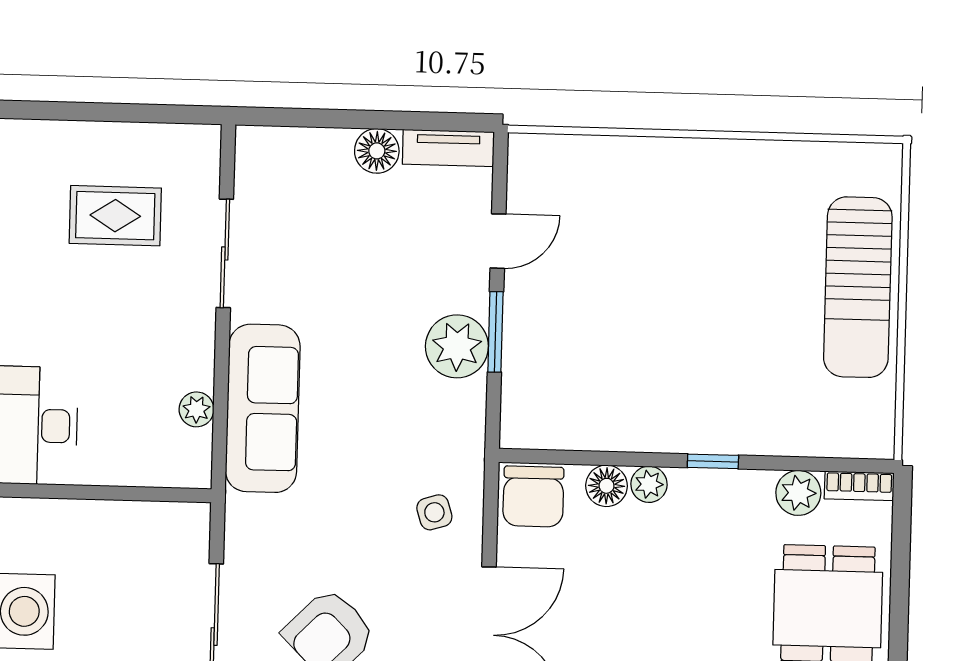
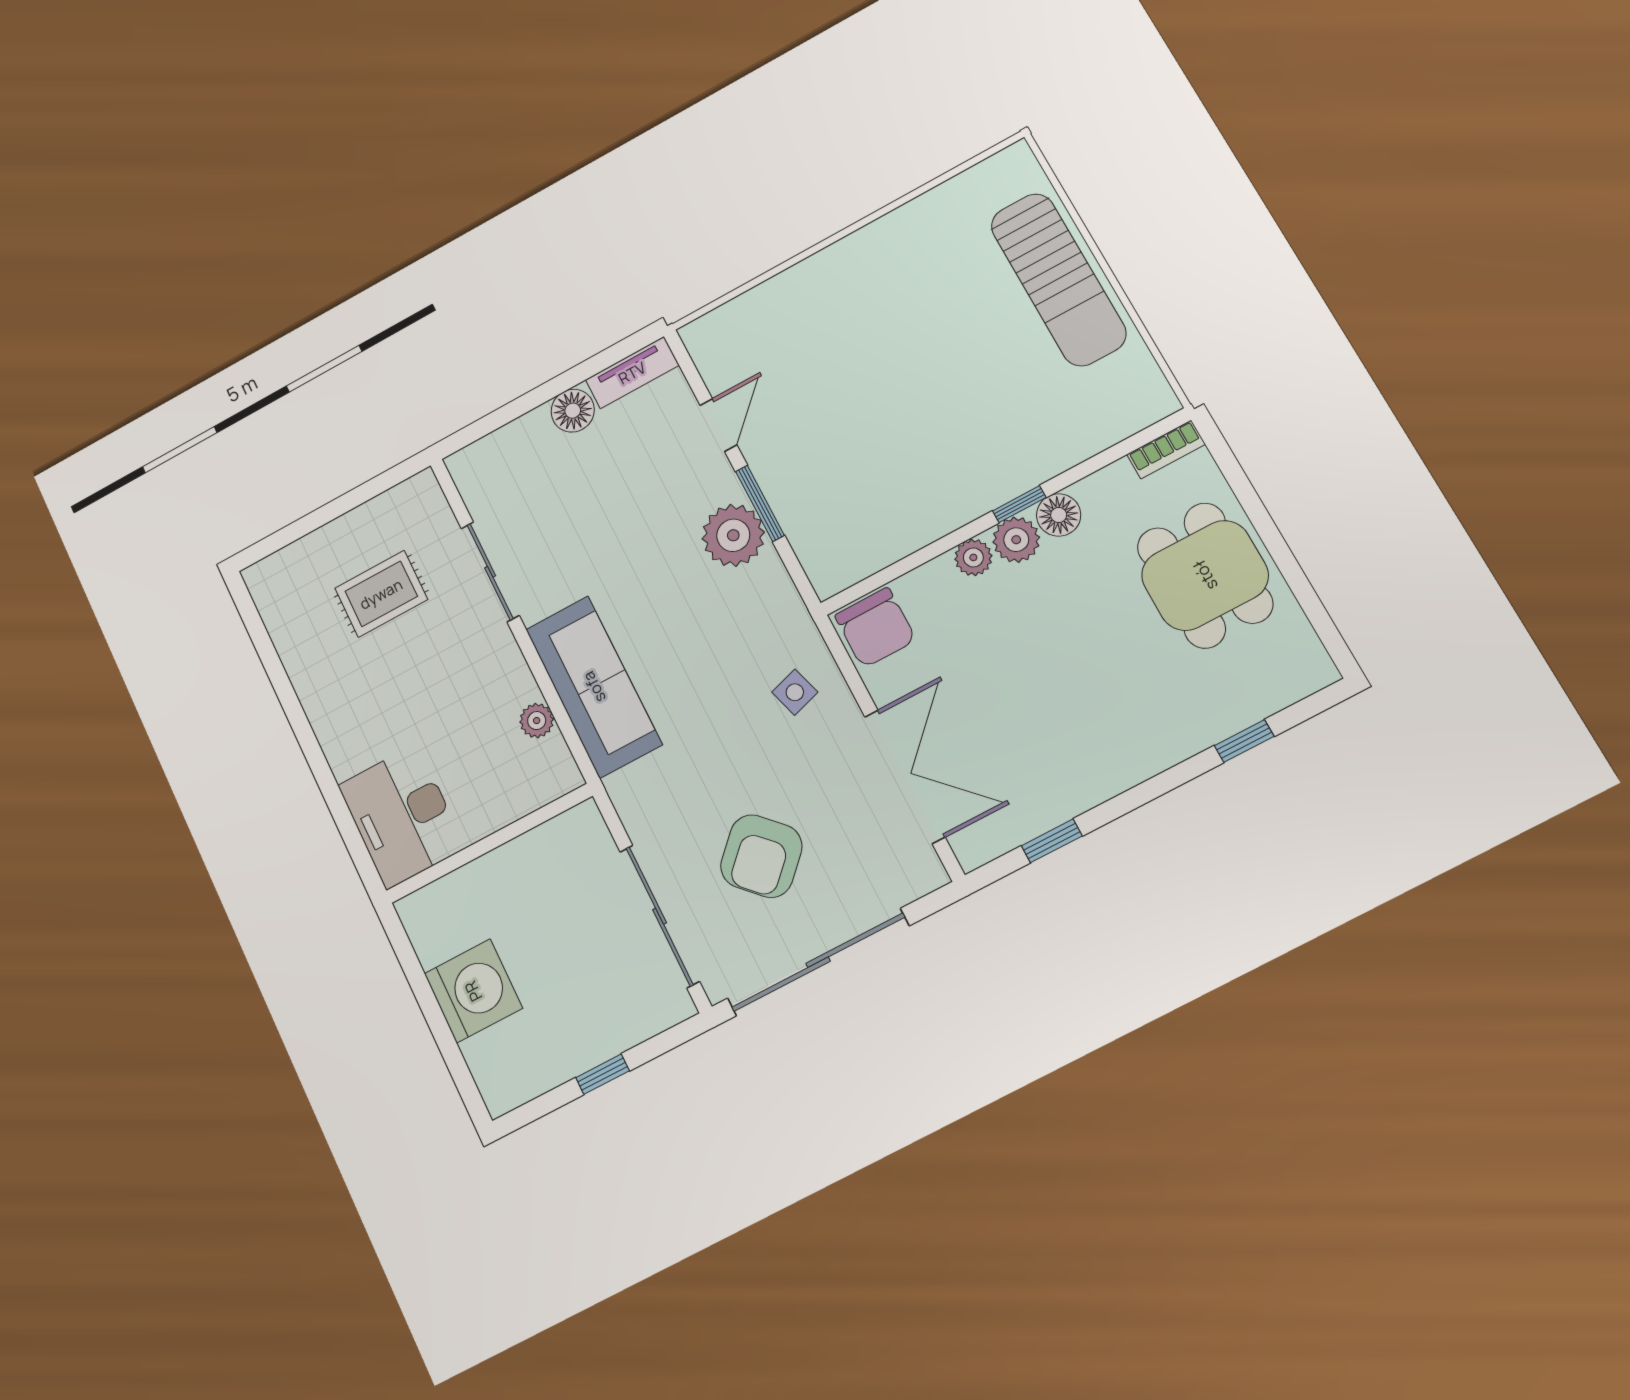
floor lamp: (607, 486) -> (1059, 515), moved
plant: (798, 493) -> (1016, 540), moved

